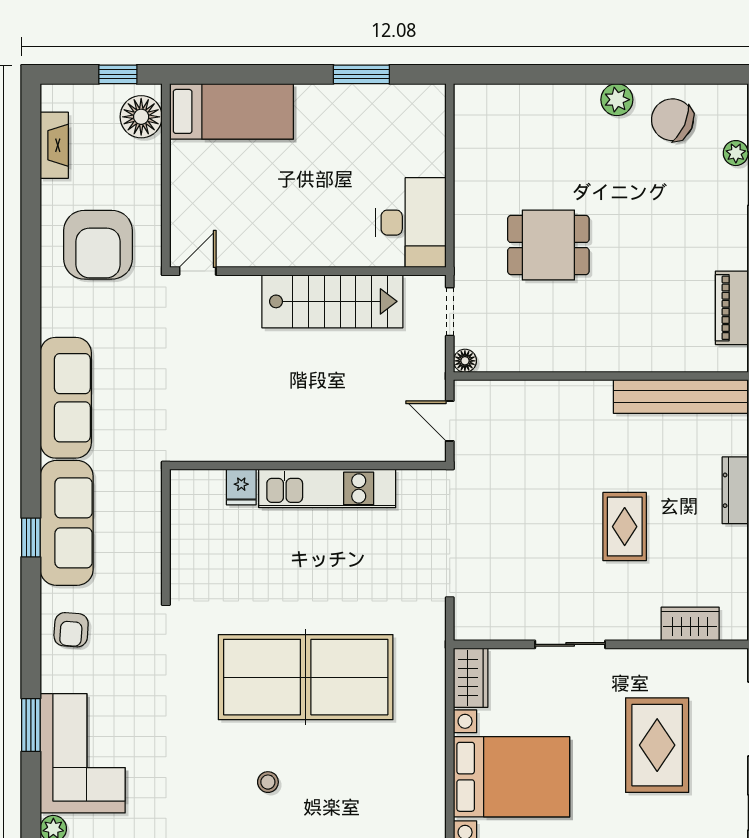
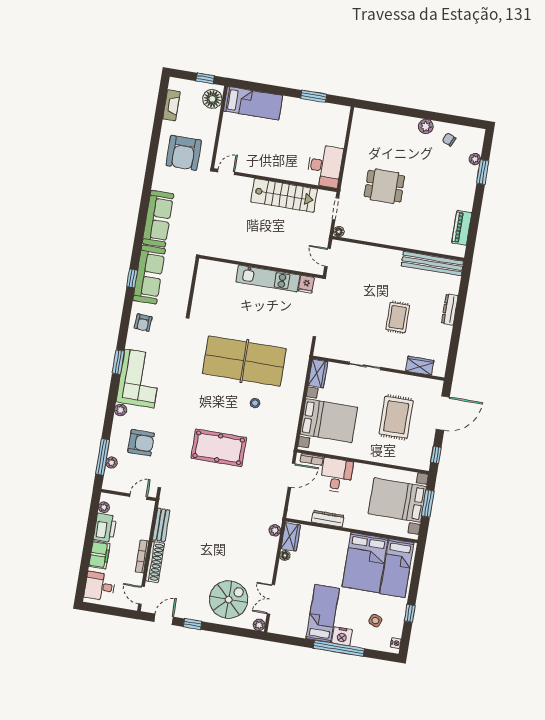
chair: (672, 120) -> (449, 140), width x0.54, depth x0.54
fridge: (241, 487) -> (306, 284), moved
stool: (268, 782) -> (255, 403), moved

